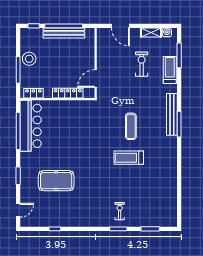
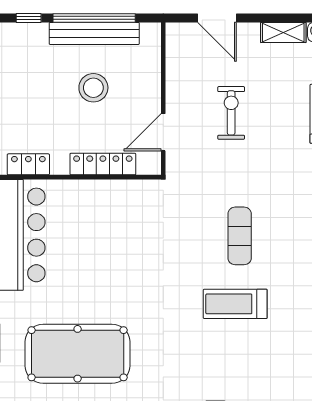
stool: (29, 59) -> (93, 88), moved
exercise bike: (142, 64) -> (231, 113), moved
pool table: (56, 181) -> (78, 354), width x1.36, depth x1.32

